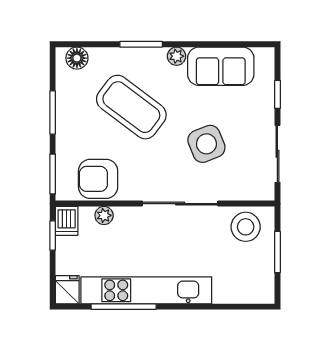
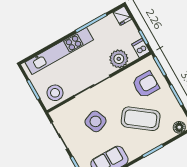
plant: (176, 56) -> (133, 155), removed
armchair: (98, 179) -> (146, 84), moved
plant: (104, 215) -> (119, 59), width x1.88, depth x1.88
kitchen unit: (146, 290) -> (59, 51), moved

